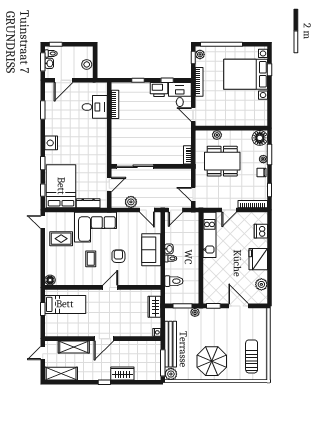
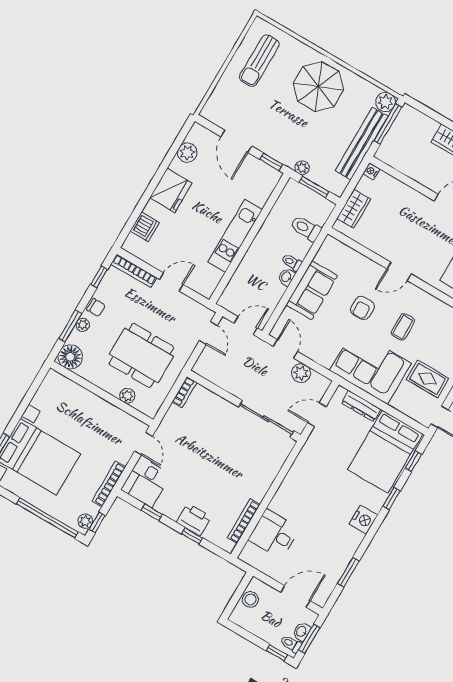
printer: (159, 89) -> (194, 520), moved
kitchen unit: (209, 235) -> (235, 236), moved

